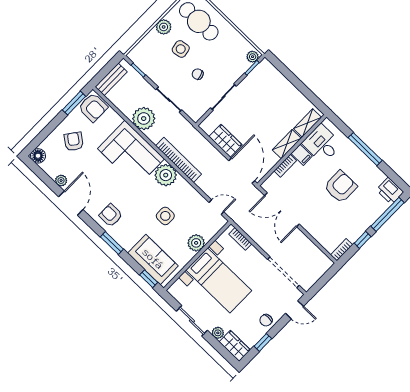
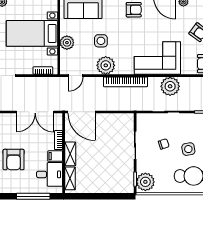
plant: (253, 57) -> (145, 182), width x1.87, depth x1.87
wardrobe: (226, 141) -> (109, 120), removed
window: (365, 149) -> (33, 196), moved
plant: (166, 175) -> (106, 65), moved
double door: (282, 210) -> (35, 112), swing flipped

